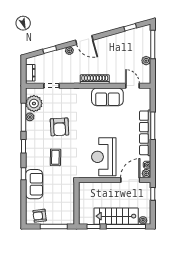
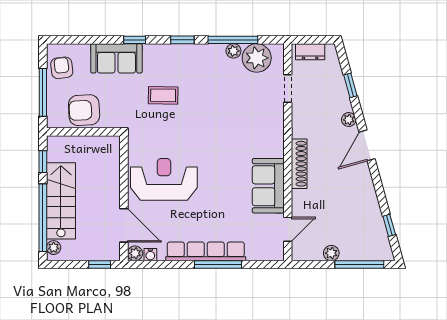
armchair: (59, 127) -> (84, 110), moved

